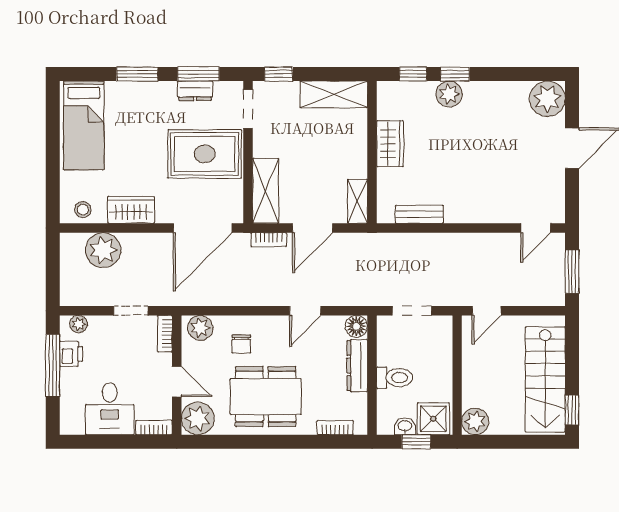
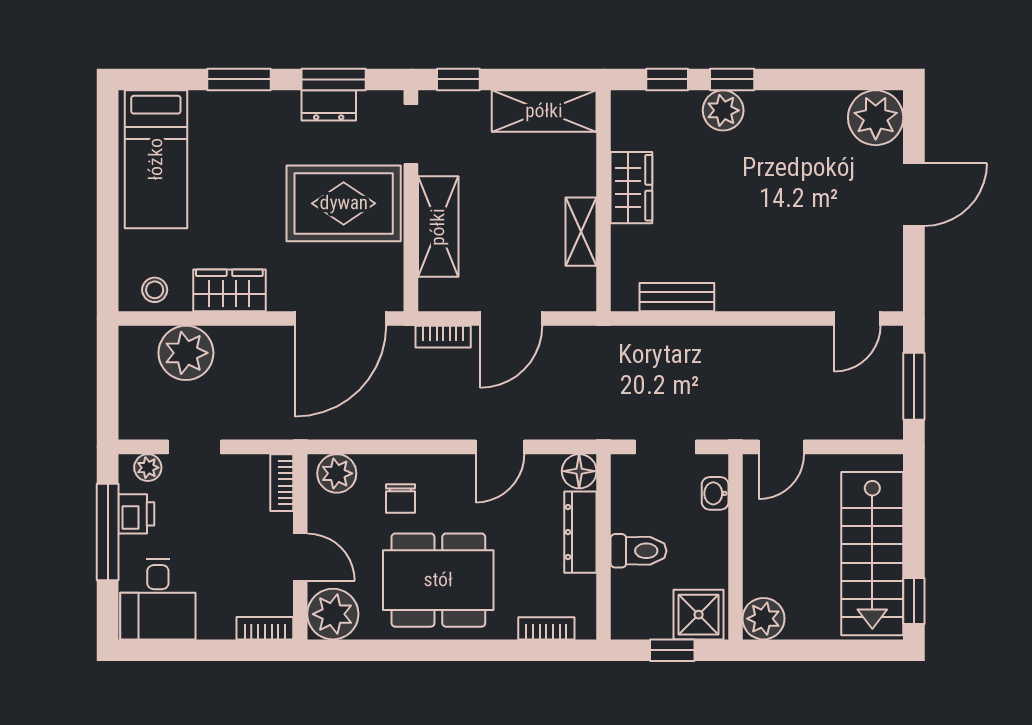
shelving: (266, 191) -> (438, 227), moved
shelving: (358, 201) -> (581, 232), moved
doorway: (131, 311) -> (194, 447), moved
desk: (110, 409) -> (158, 599), moved
washbasin: (405, 426) -> (715, 493), moved, turned -90

